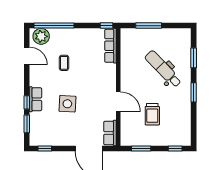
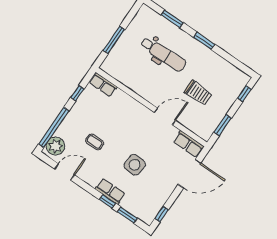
window: (106, 26) -> (77, 93), moved
row of seats: (110, 46) -> (103, 85), width x0.68
dental chair: (163, 69) -> (163, 54), turned -138

